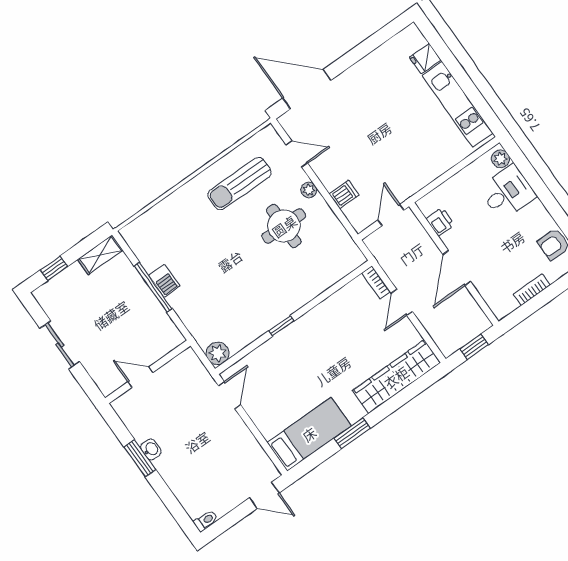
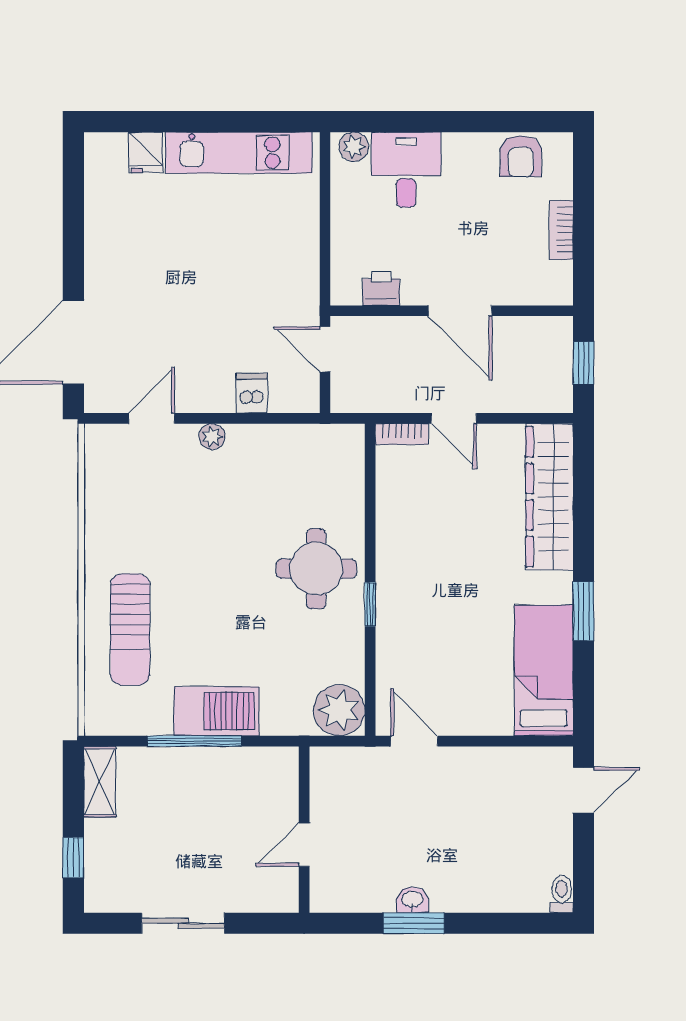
sun lounger: (239, 184) -> (130, 629), moved
round table: (284, 226) -> (316, 569), moved
barbecue: (164, 281) -> (216, 711), width x1.88, depth x1.53
plant: (218, 353) -> (339, 710), width x1.36, depth x1.36

